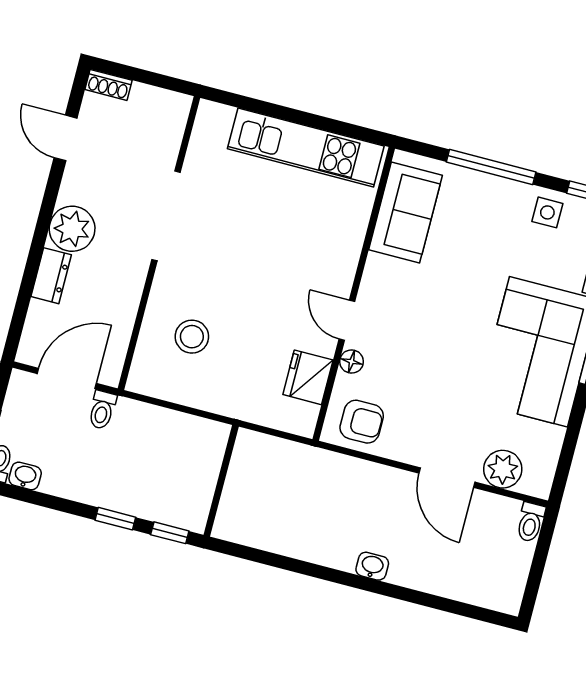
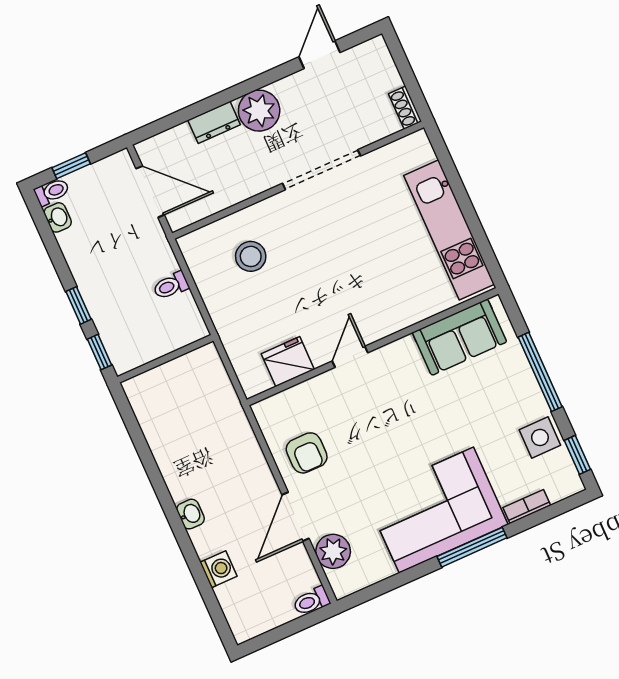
shoe rack: (108, 85) -> (405, 108), moved
side table: (547, 212) -> (540, 437), width x1.37, depth x1.37
floor lamp: (352, 362) -> (324, 383), removed
toilet: (102, 410) -> (171, 286), moved
armchair: (362, 422) -> (307, 453), moved
washing machine: (439, 580) -> (218, 569), added

